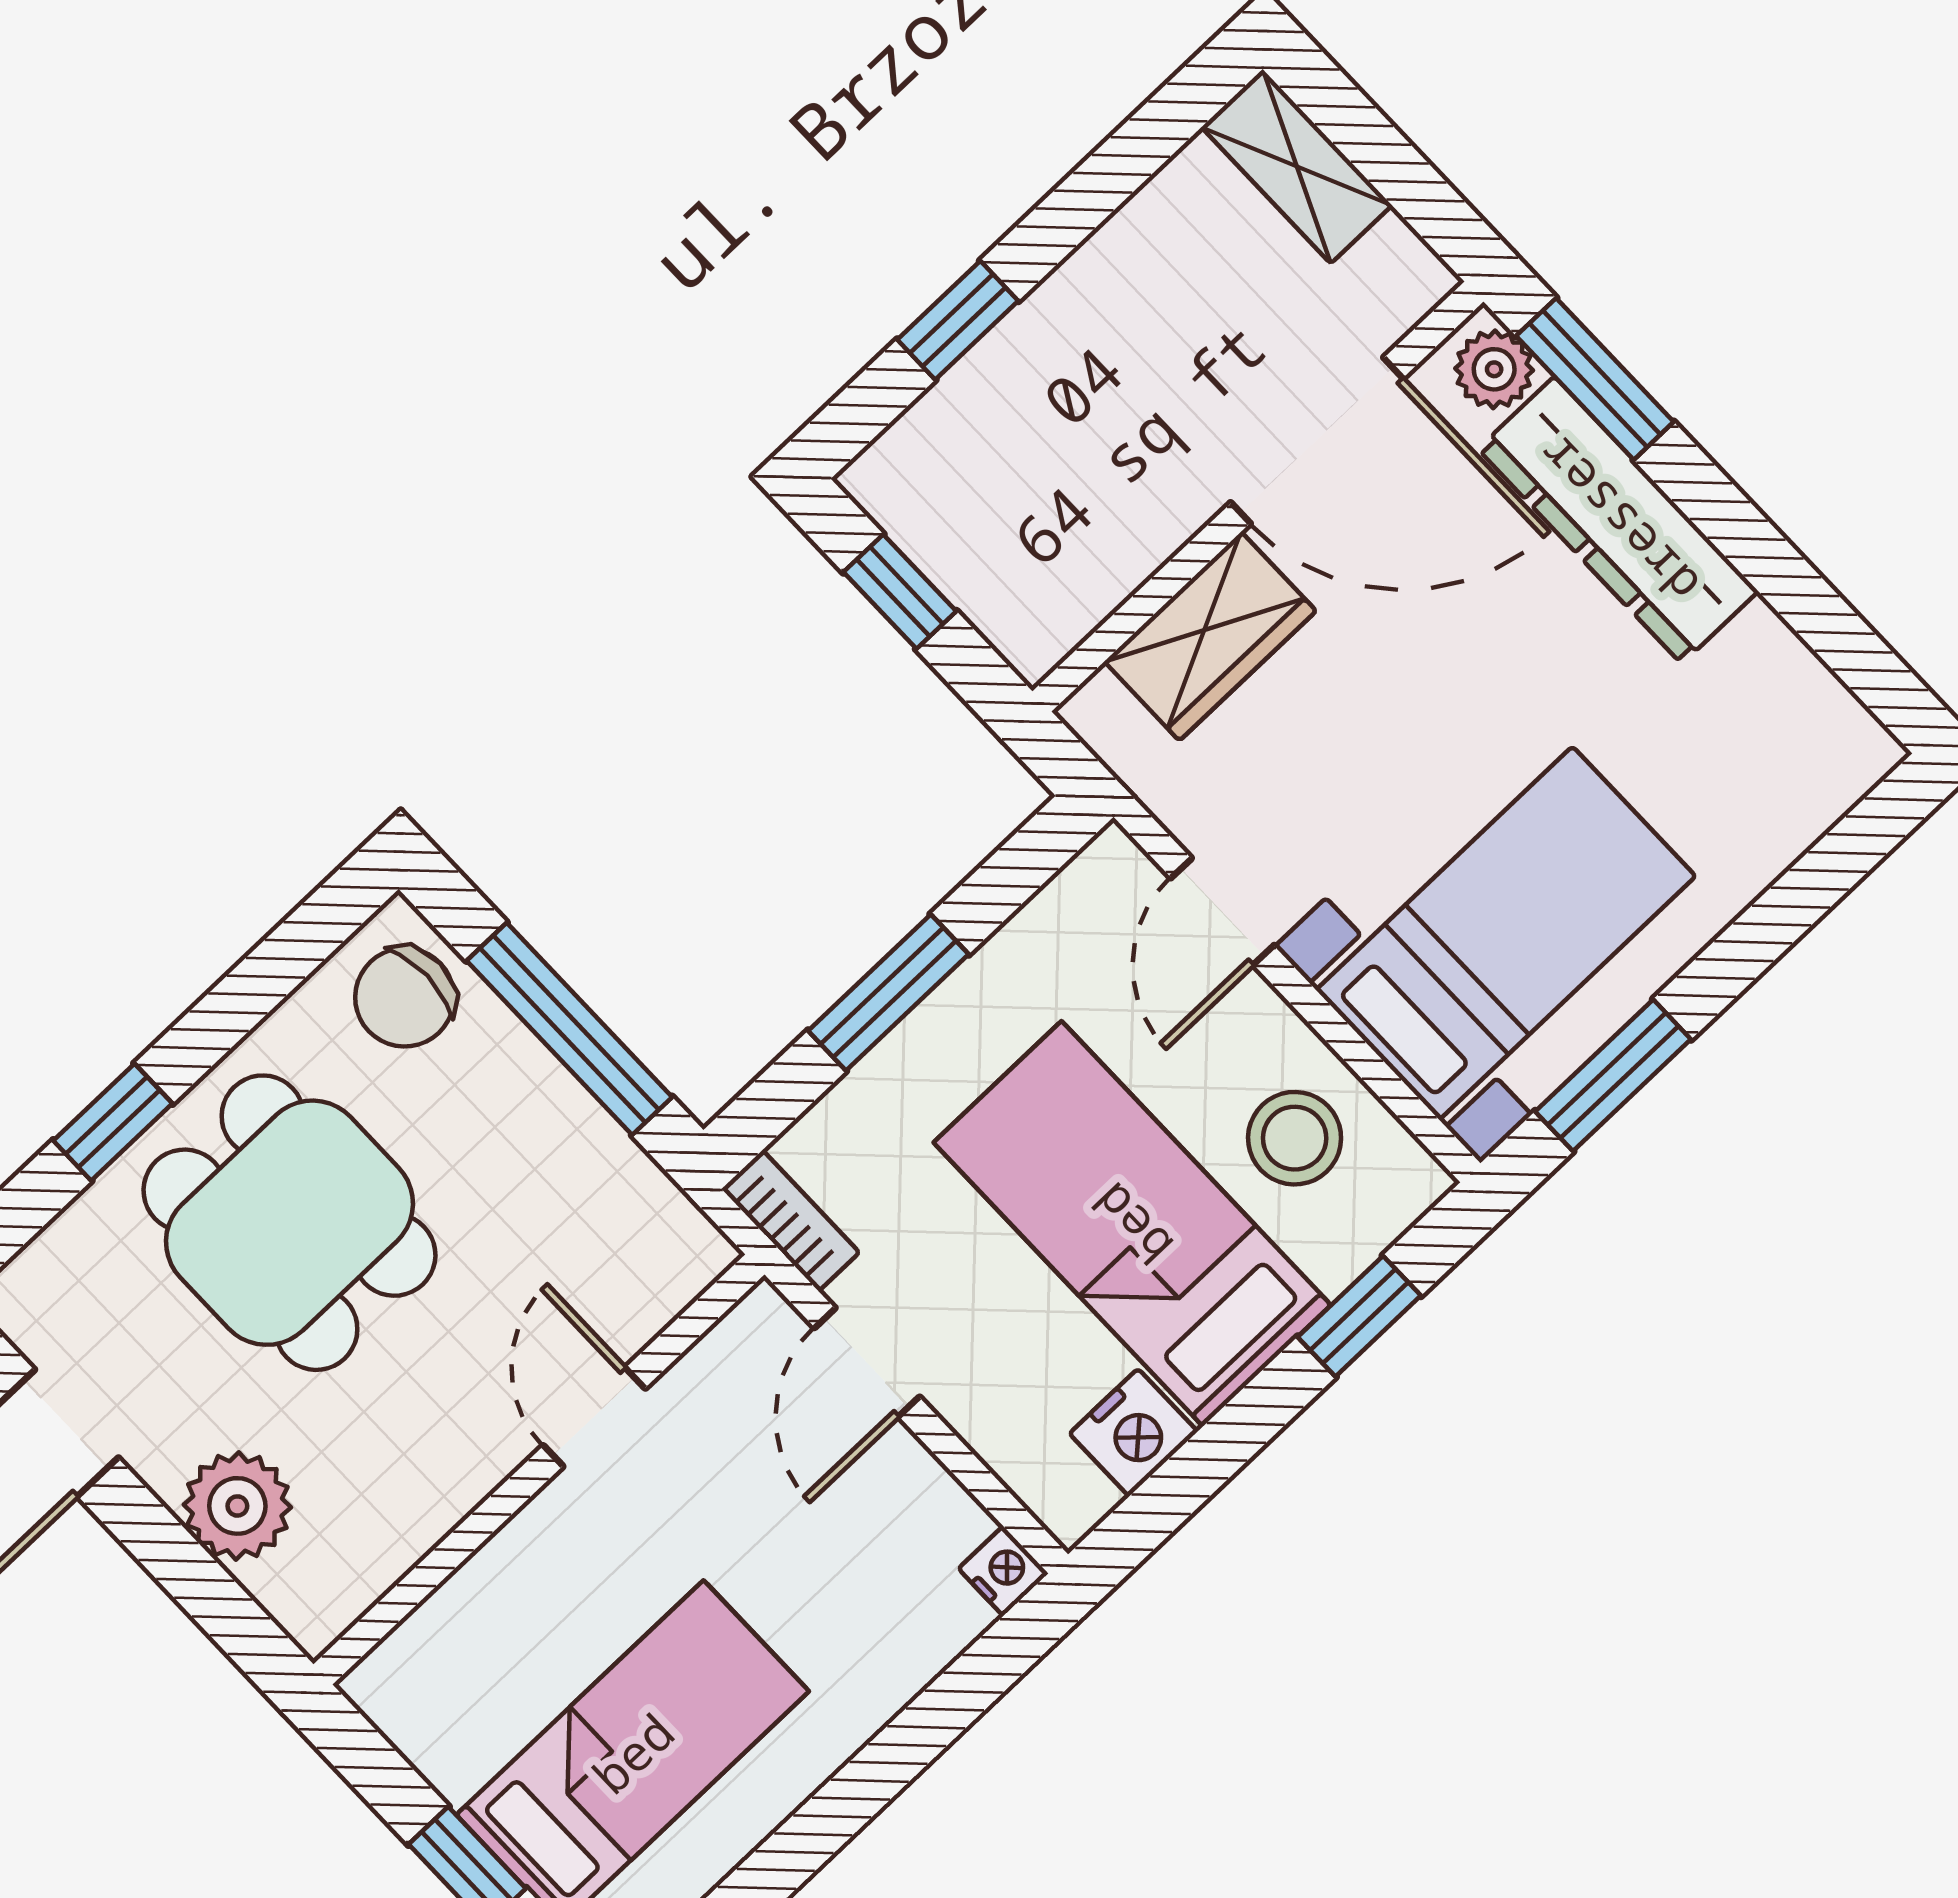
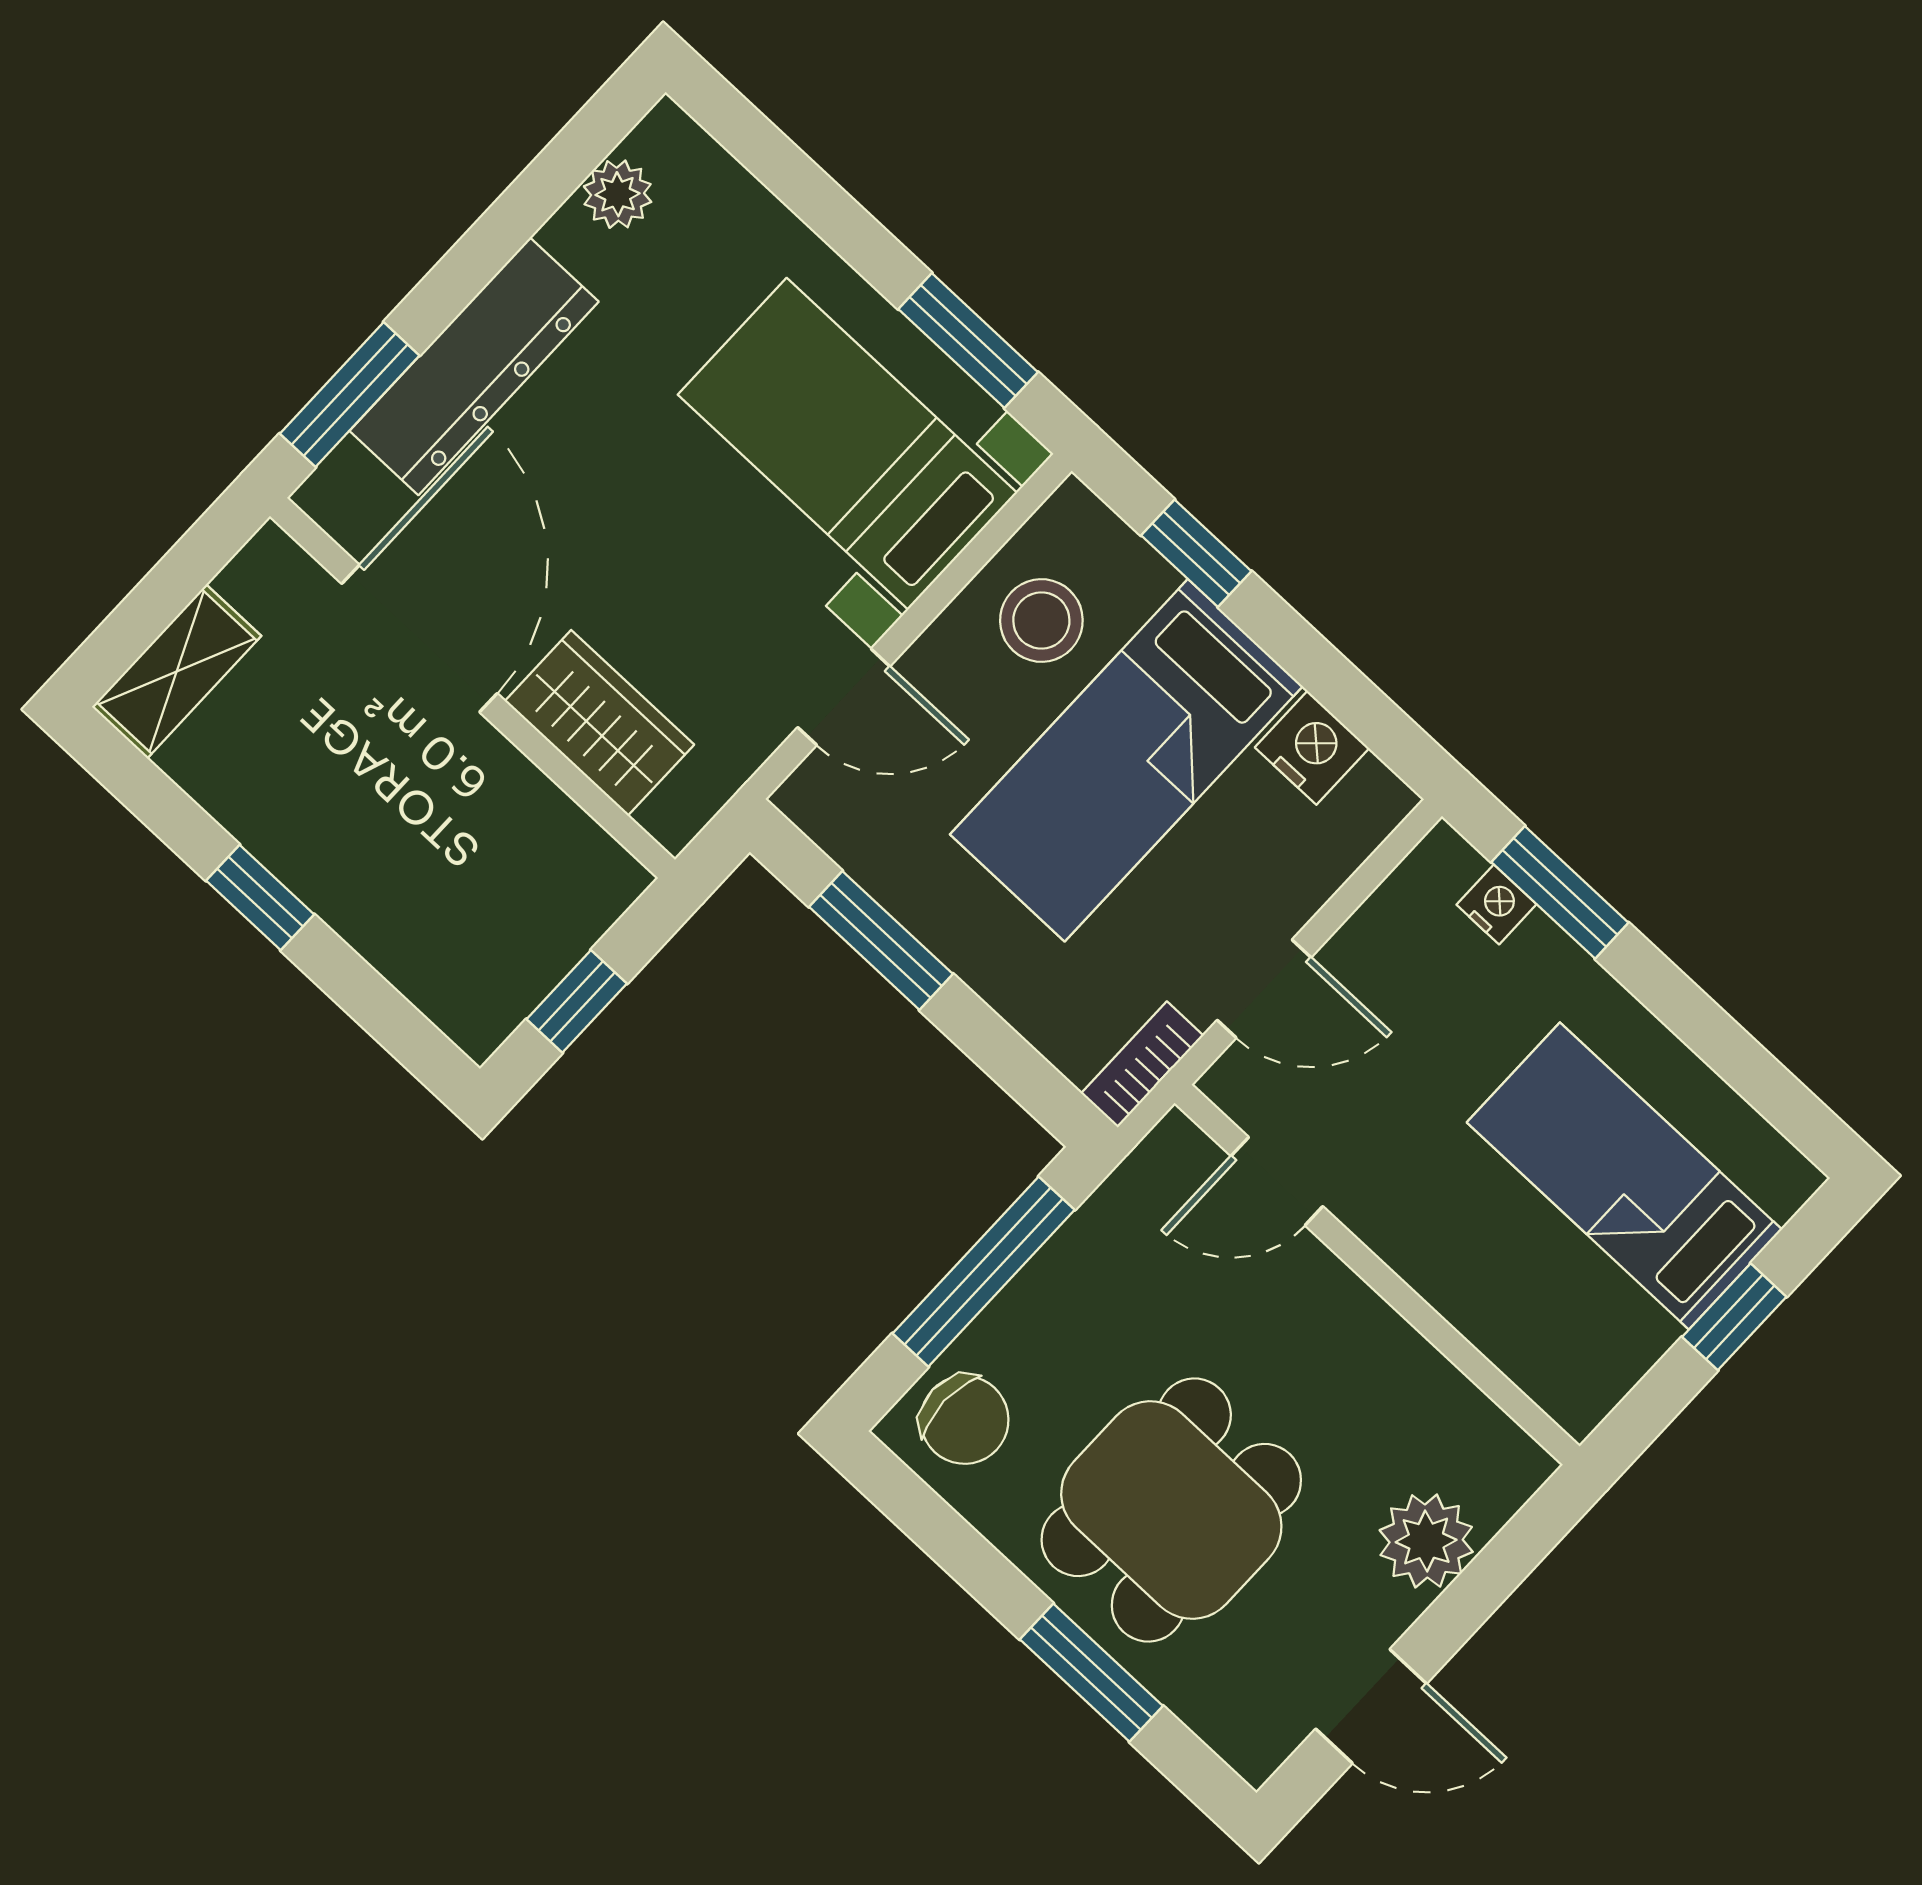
window: (958, 320) -> (260, 897), moved
plant: (1494, 369) -> (618, 194), moved
window: (888, 993) -> (881, 940), moved
window: (113, 1122) -> (1091, 1673), width x1.50
door: (594, 1417) -> (1277, 1181), moved
nightstand: (1003, 1571) -> (1496, 904), moved, turned 90
window: (955, 1700) -> (1560, 892), added

